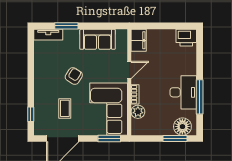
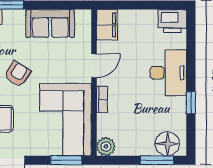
desk: (183, 92) -> (168, 73), moved
window: (200, 97) -> (191, 103), width x0.46
plant: (138, 112) -> (106, 146), moved

